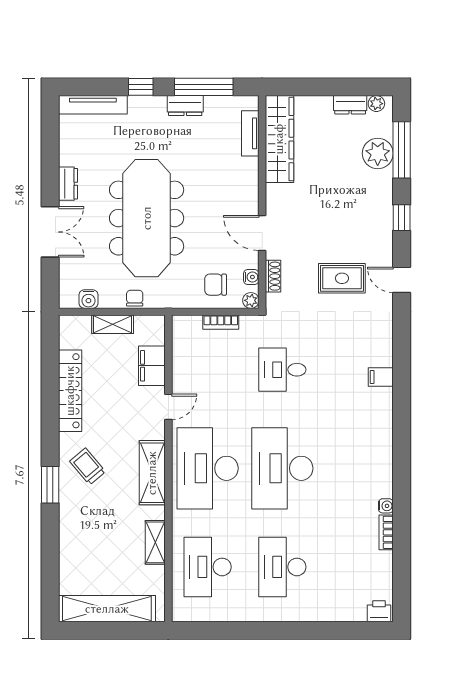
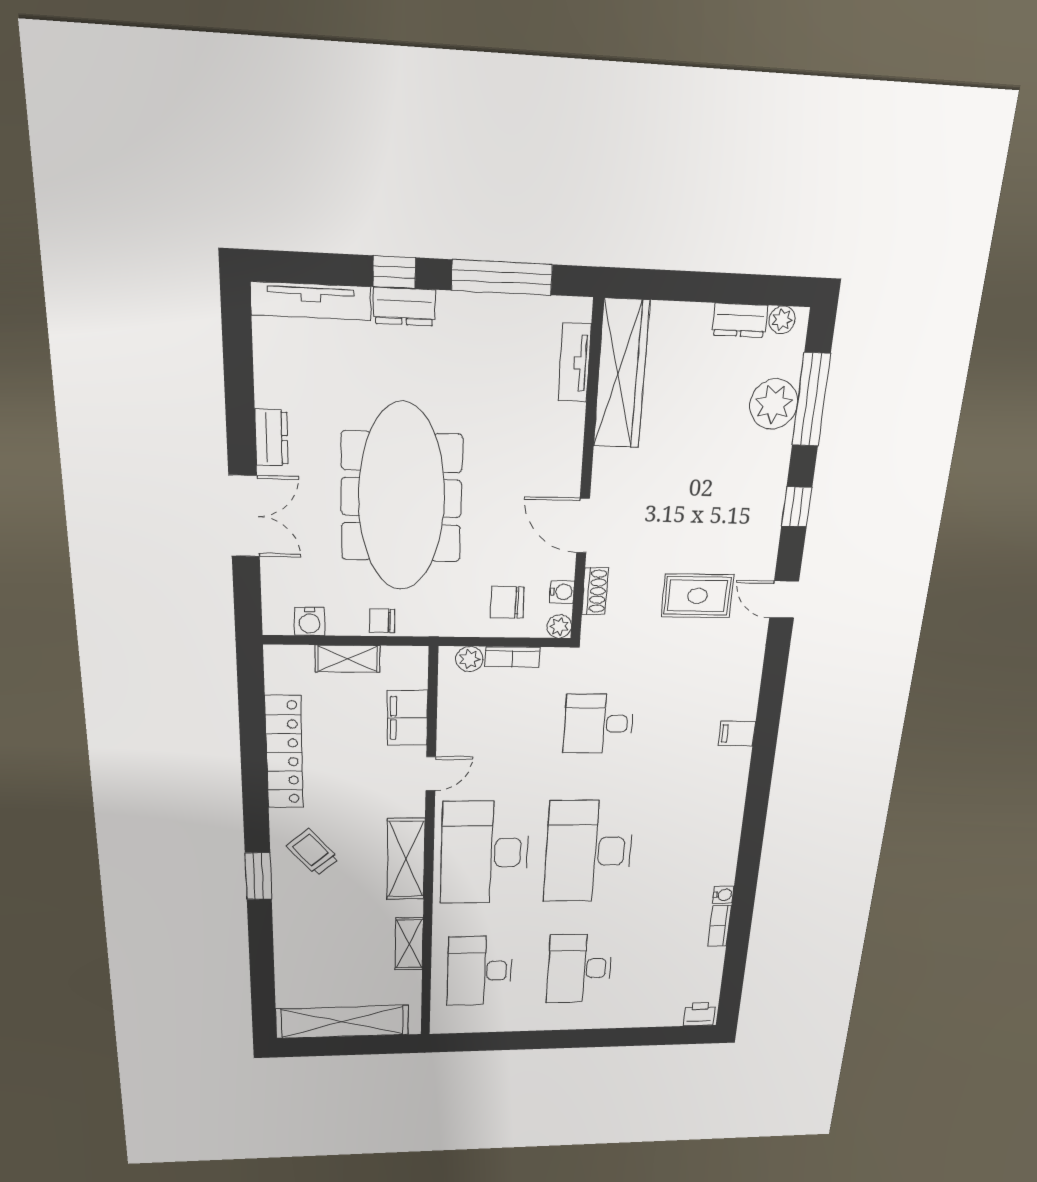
dresser: (185, 106) -> (404, 307), moved
chair: (135, 298) -> (382, 621), turned -90
plant: (192, 324) -> (469, 659), added

